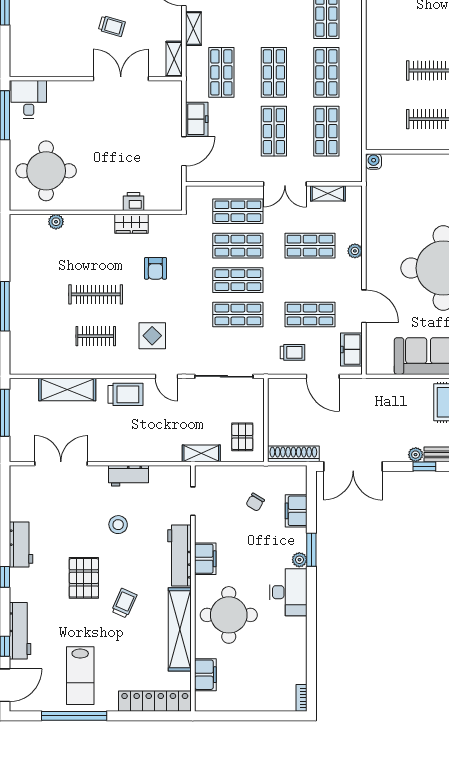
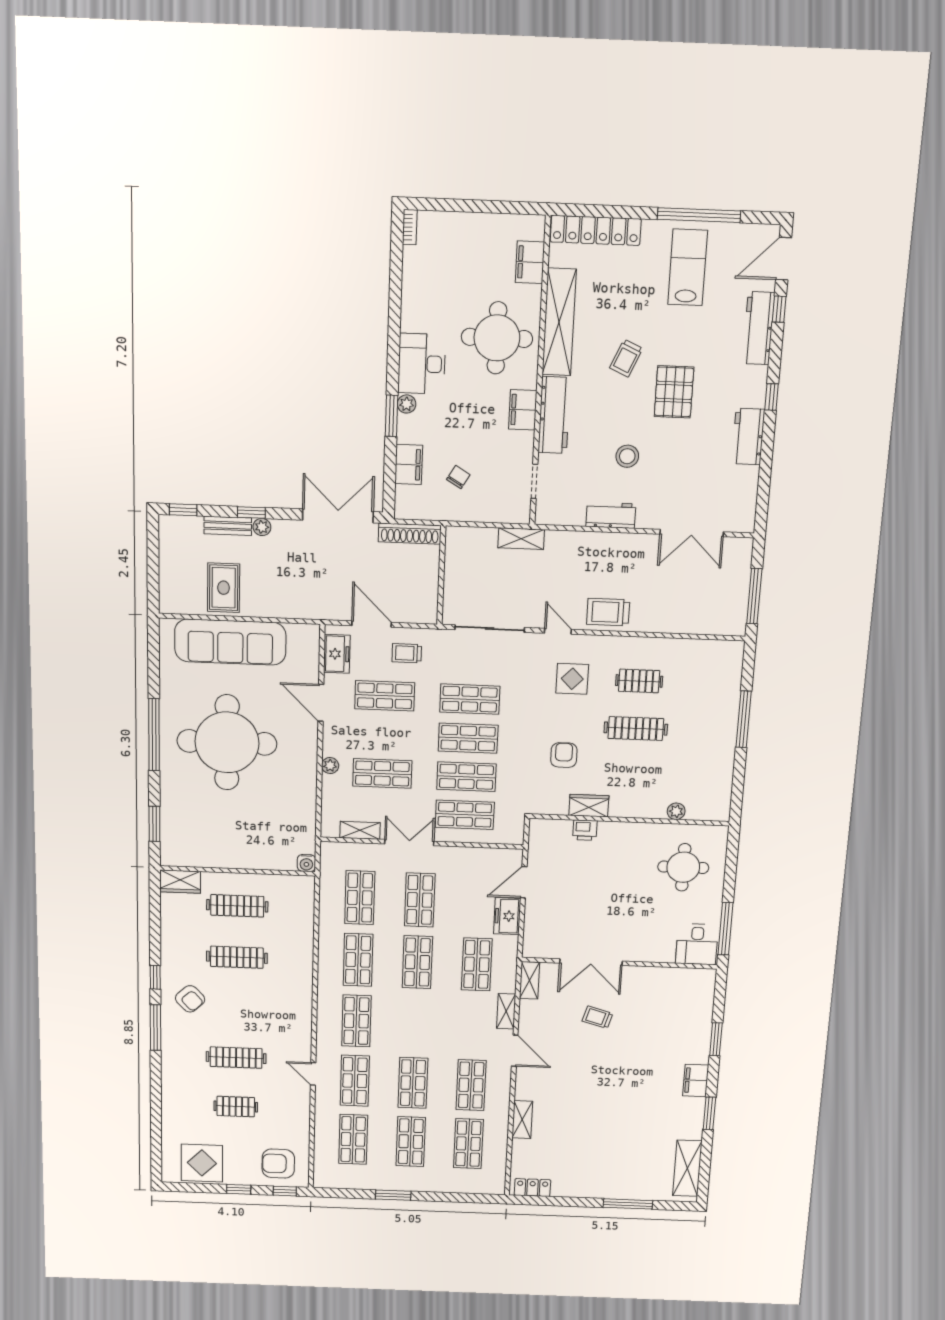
round table: (46, 171) -> (683, 867), width x0.73, depth x0.73
shelving: (67, 389) -> (677, 621), removed
pallet: (242, 437) -> (471, 556), removed

